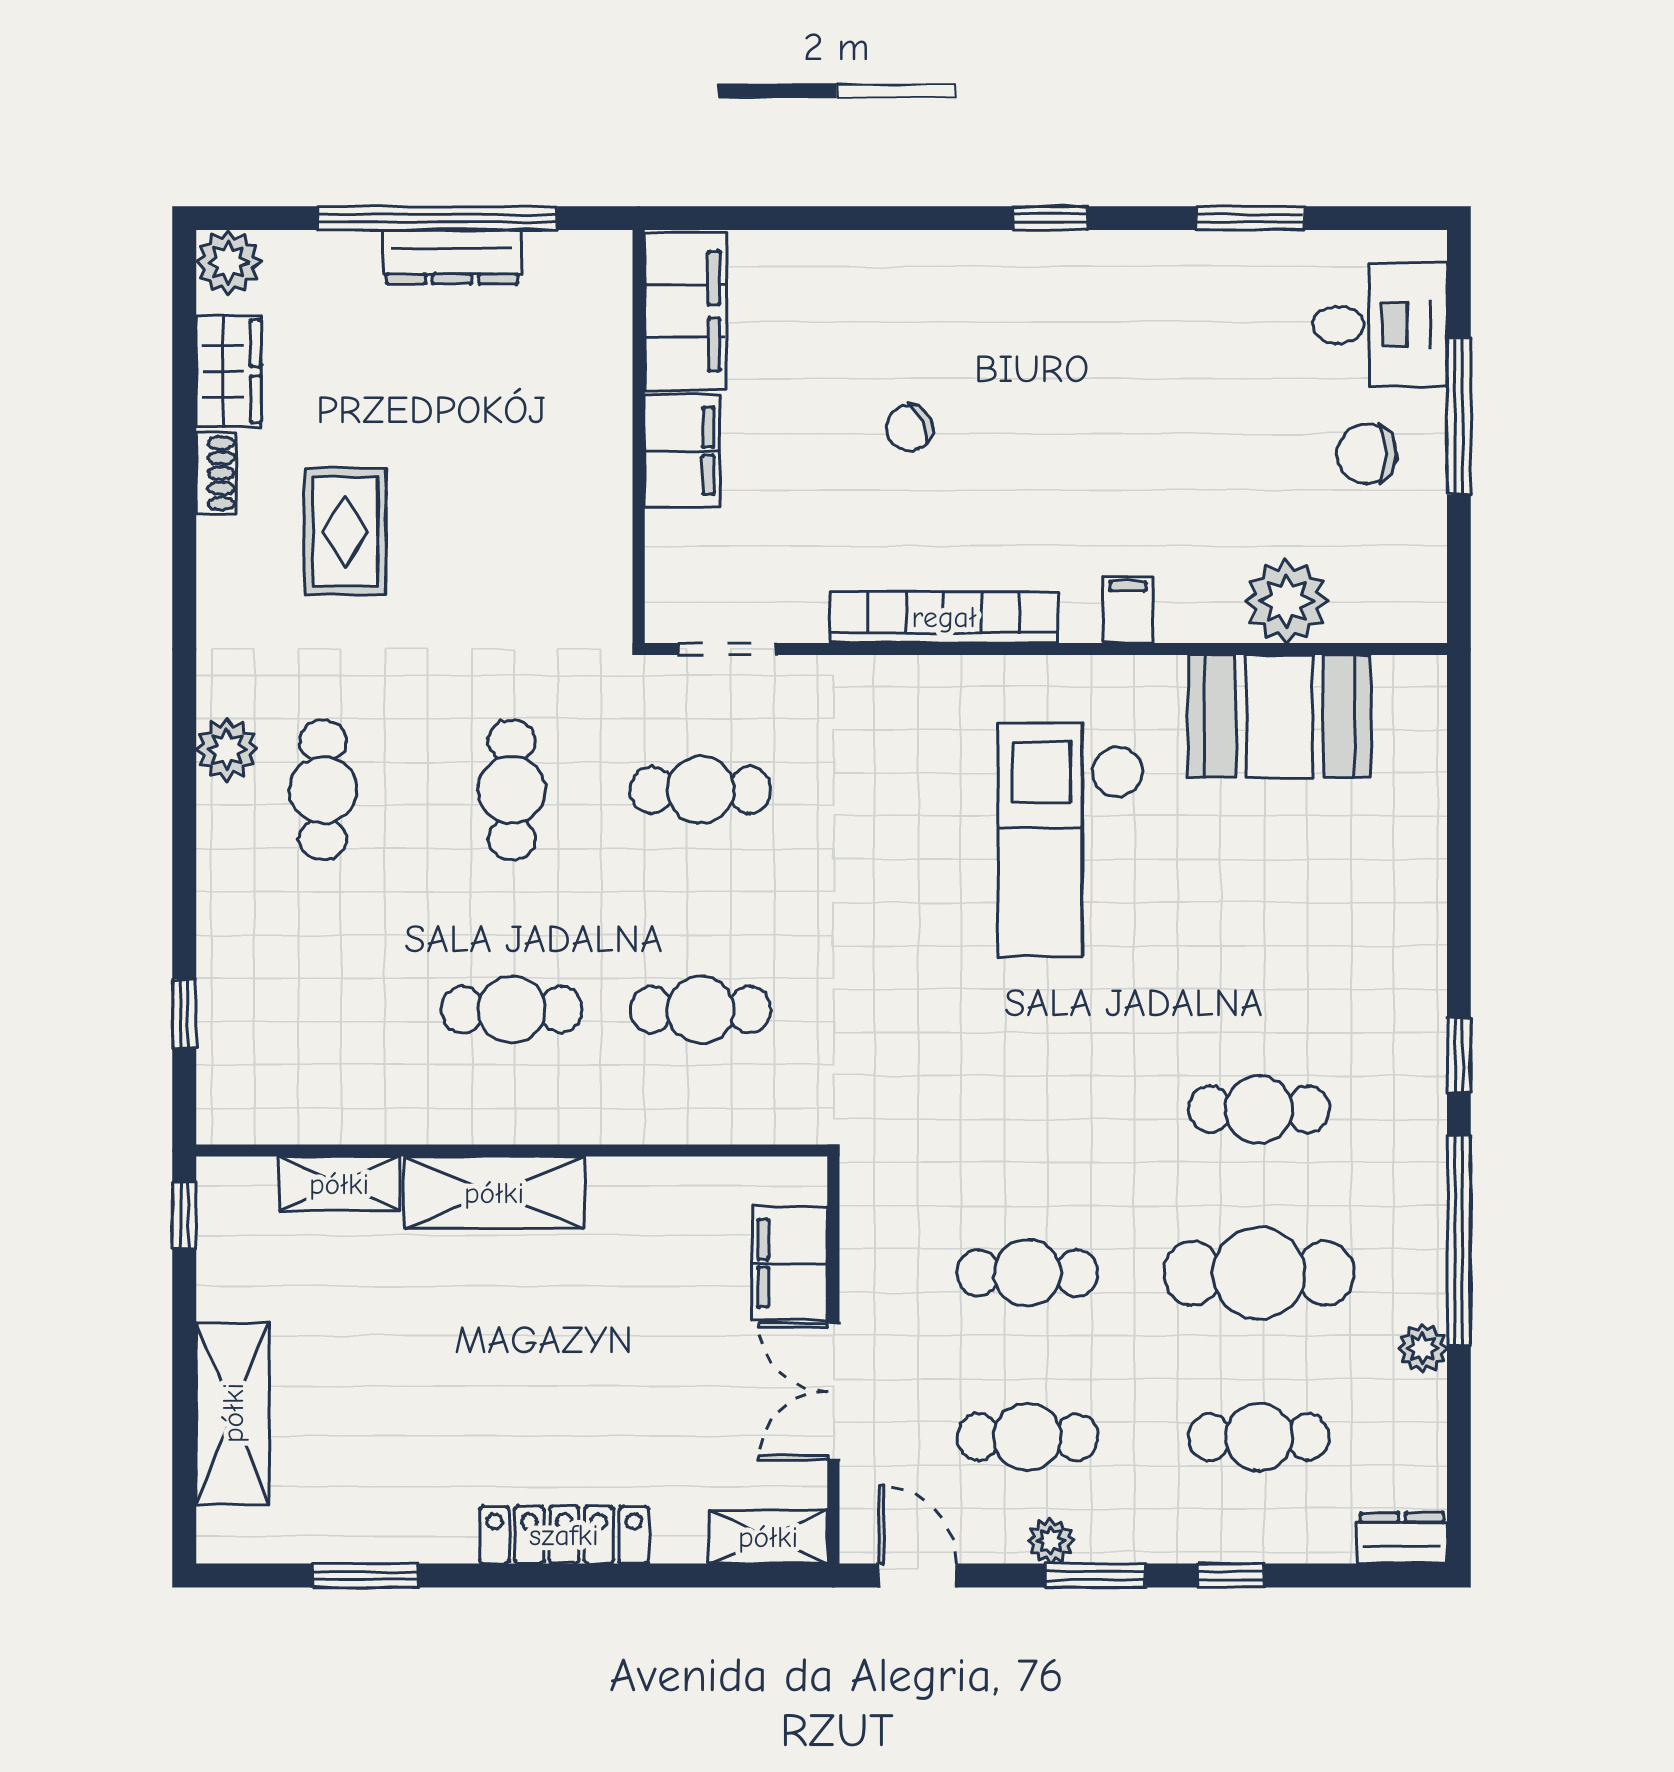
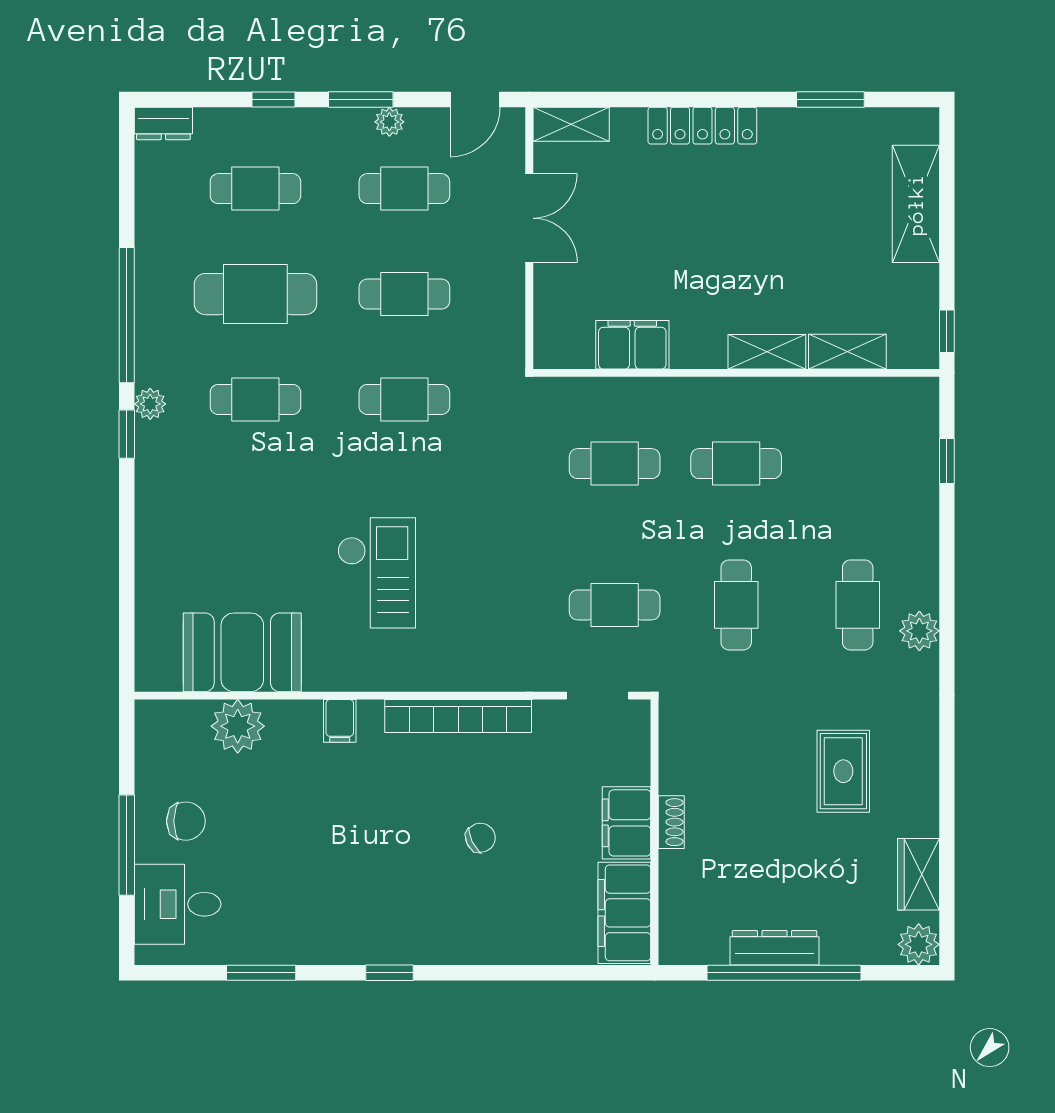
shoe rack: (216, 473) -> (671, 822), moved, turned 180
checkout: (1071, 840) -> (377, 573), width x0.73, depth x0.83
cafe table: (1027, 1109) -> (404, 399), added
shelving: (494, 1193) -> (767, 352), width x0.67, depth x0.75
filing cabinet: (790, 1263) -> (632, 345), moved, turned -90
plant: (1423, 1348) -> (150, 404), moved
door: (918, 1575) -> (475, 100), hinge flipped

